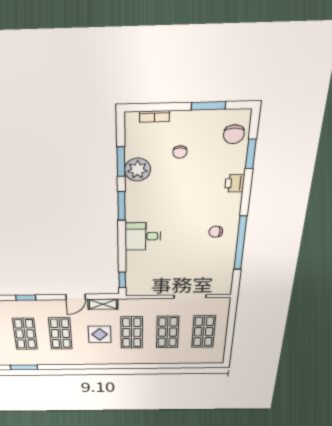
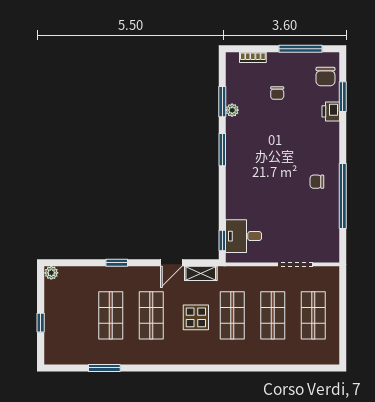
window: (208, 106) -> (300, 49), width x1.44
plant: (138, 170) -> (232, 110), width x0.53, depth x0.53
printer: (235, 183) -> (331, 111), moved
desk: (143, 236) -> (244, 236), moved

